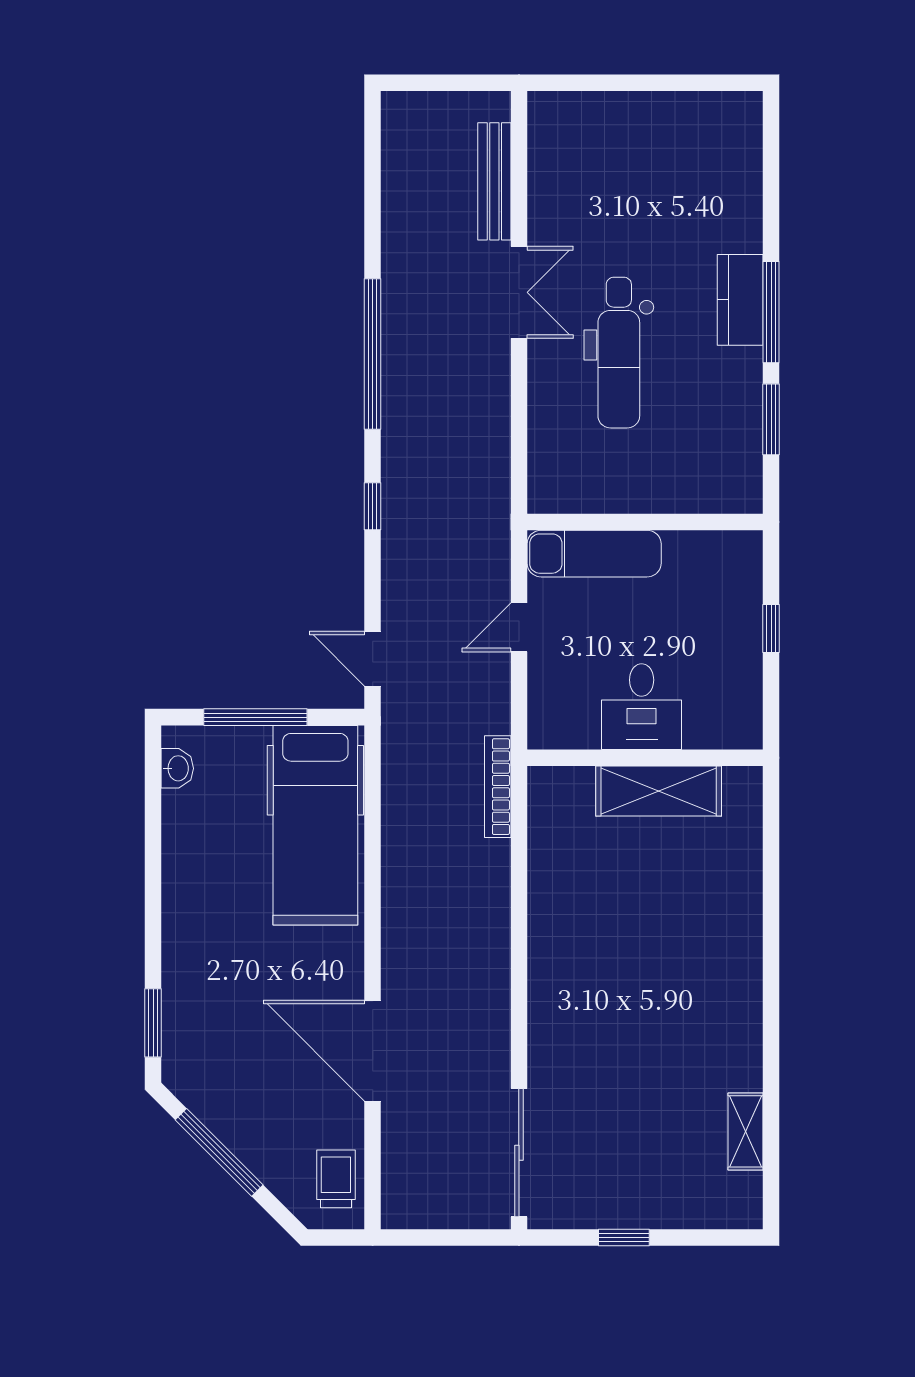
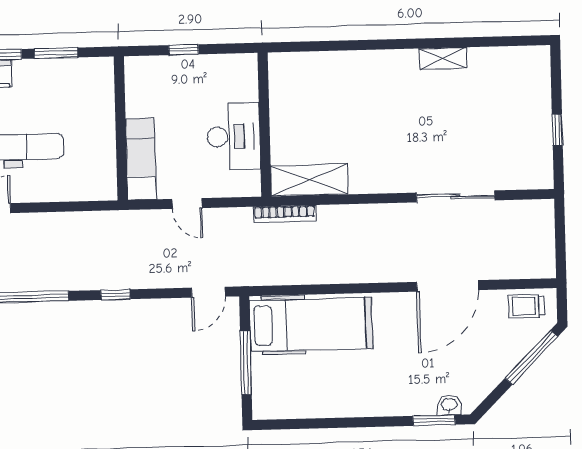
desk: (642, 707) -> (234, 136), width x1.37
washbasin: (177, 768) -> (449, 405), moved
shelving: (659, 791) -> (309, 180), moved, turned 90
shelving: (746, 1131) -> (443, 59), moved
window: (219, 1152) -> (531, 357), moved
sliding door: (519, 1153) -> (456, 196), moved

